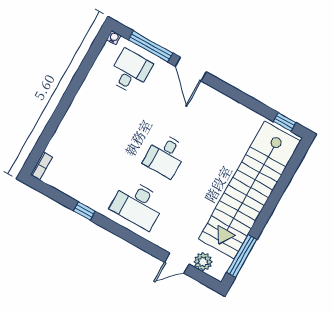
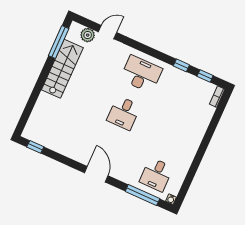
door: (191, 69) -> (96, 174), moved
desk: (165, 156) -> (124, 113), turned 180
stairs: (249, 190) -> (62, 69), width x0.54, depth x0.66
window: (55, 194) -> (205, 76), added

